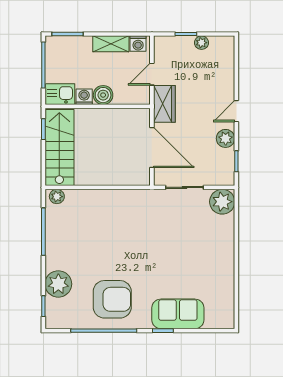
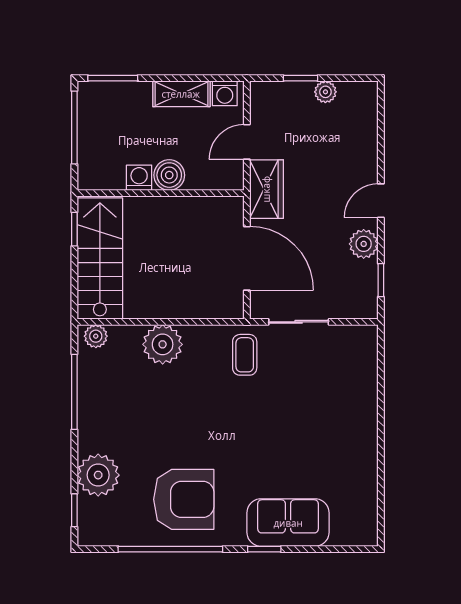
kitchen sink: (60, 94) -> (101, 174), removed
plant: (222, 202) -> (163, 344), moved
coffee table: (151, 208) -> (245, 355), added

